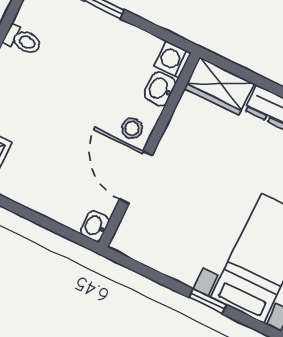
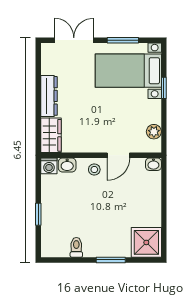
door: (136, 177) -> (118, 155), width x0.73
plant: (146, 252) -> (154, 132), added

